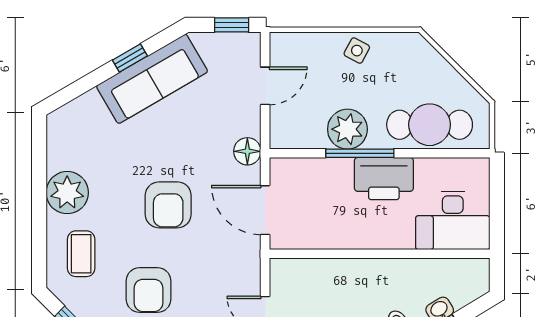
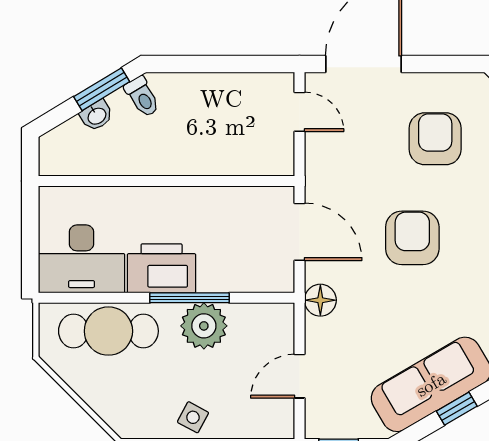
desk: (453, 220) -> (81, 259), moved, turned 180

